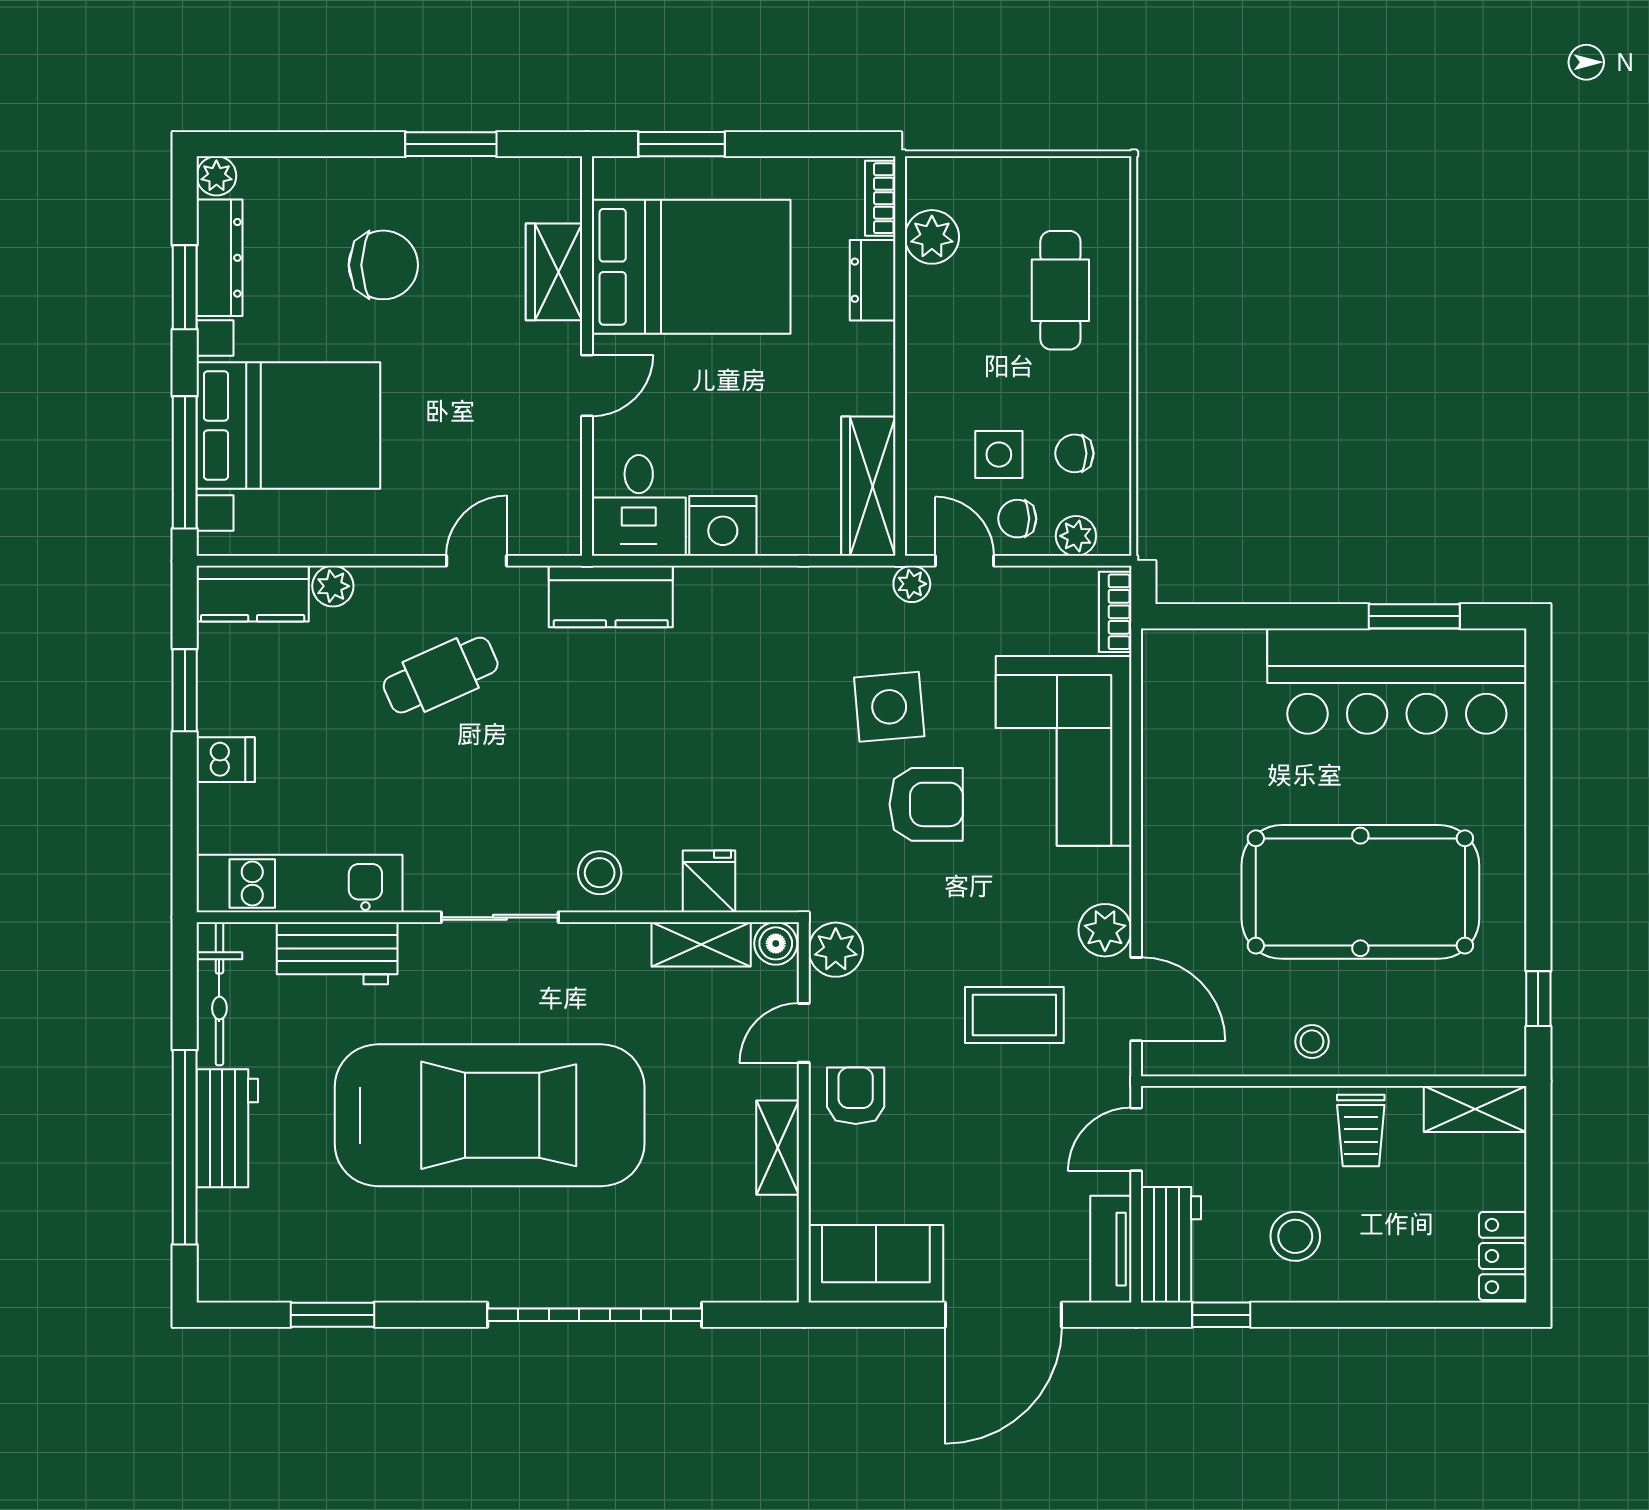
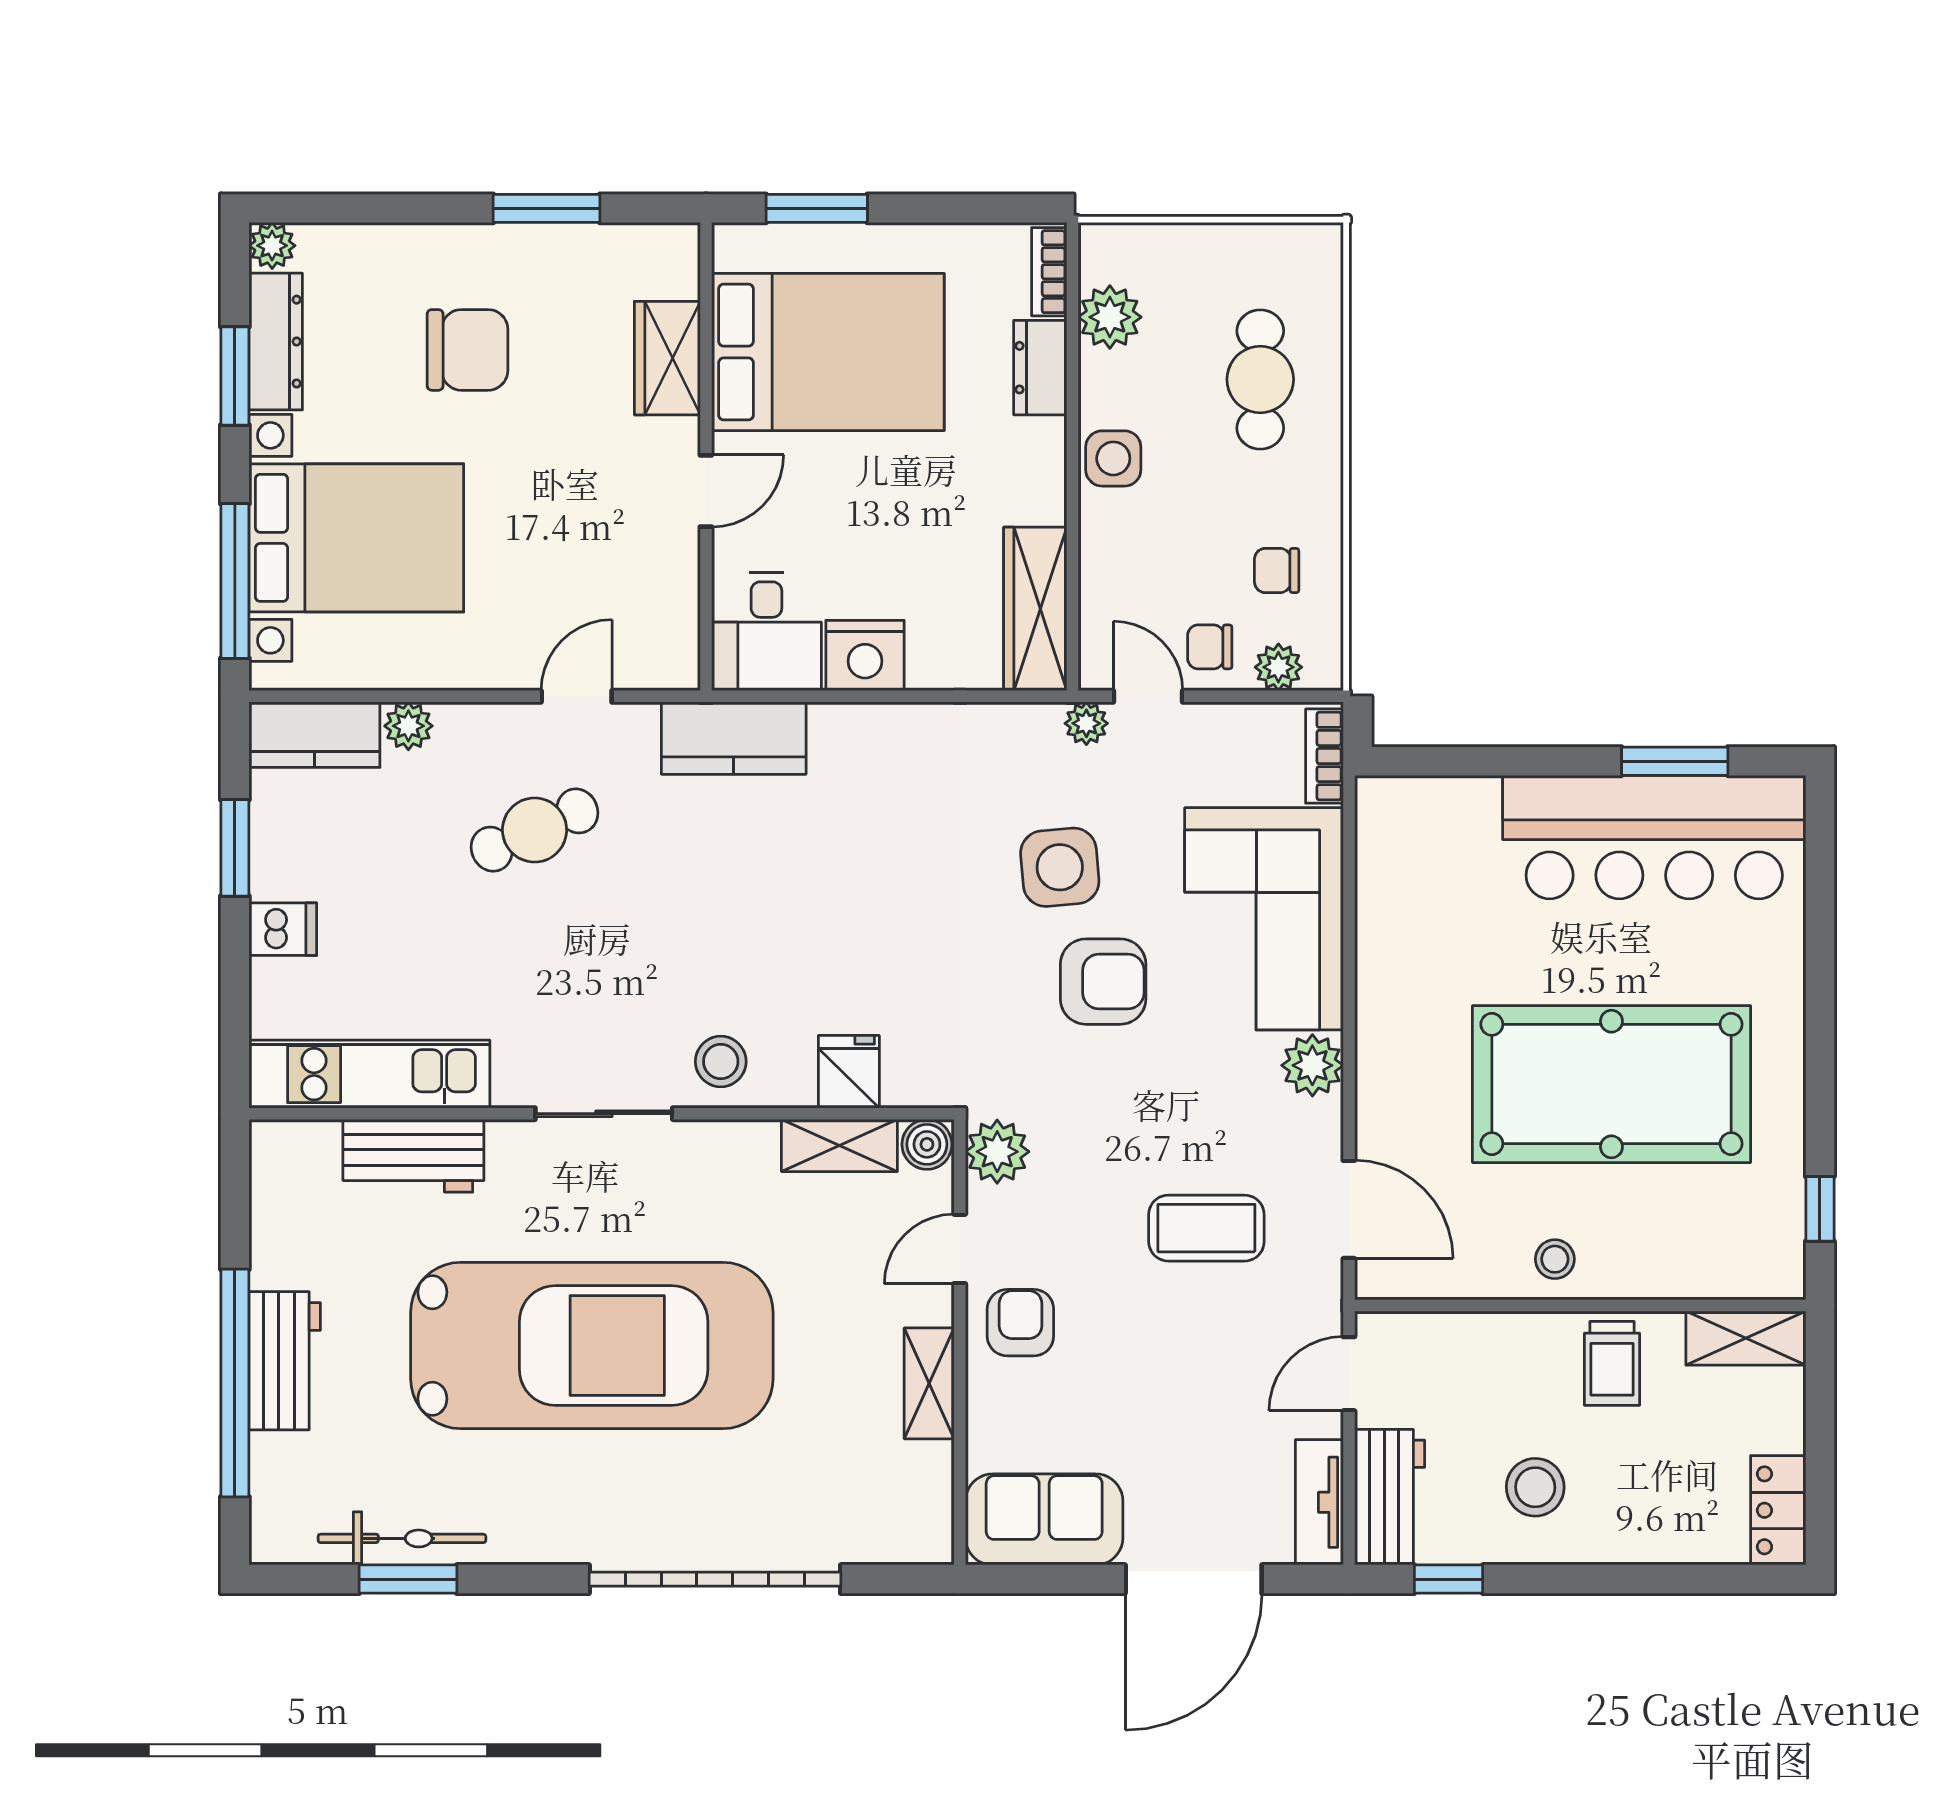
side table: (999, 455) -> (1113, 458), moved
plant: (1105, 930) -> (1312, 1065), moved
bicycle: (219, 994) -> (402, 1538), moved, turned -90

